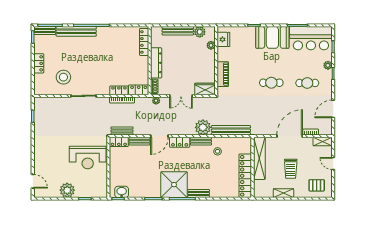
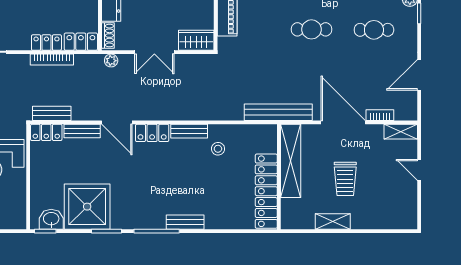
plant: (203, 127) -> (192, 107), removed
bench: (231, 130) -> (278, 112), moved
door: (159, 136) -> (117, 122), hinge flipped
door: (290, 136) -> (343, 122), hinge flipped
shower: (174, 185) -> (87, 207), moved
pallet: (317, 185) -> (390, 208), removed

